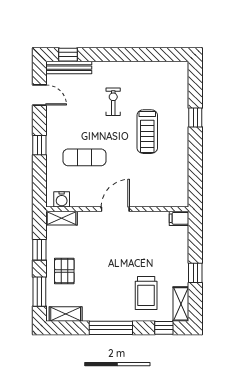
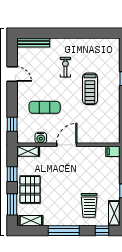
window: (68, 55) -> (33, 33), removed
door: (39, 95) -> (12, 74), moved
window: (39, 145) -> (12, 124), moved
water cooler: (62, 199) -> (41, 138), moved
pallet: (64, 271) -> (30, 190), width x1.50, depth x1.42

